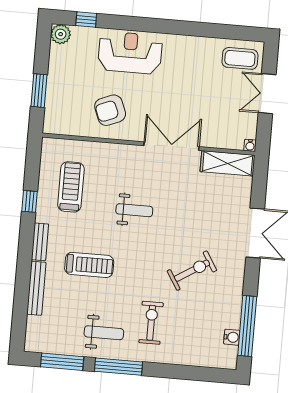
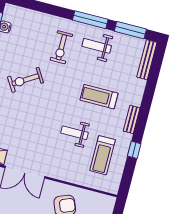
weight bench: (134, 210) -> (74, 133), moved
bench: (36, 288) -> (147, 60), moved

